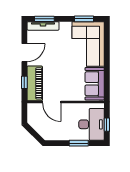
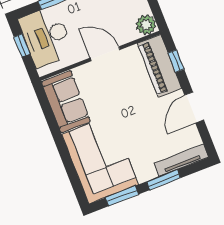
window: (44, 19) -> (164, 180), moved
door: (52, 102) -> (105, 54), moved
plant: (33, 109) -> (146, 25), added

